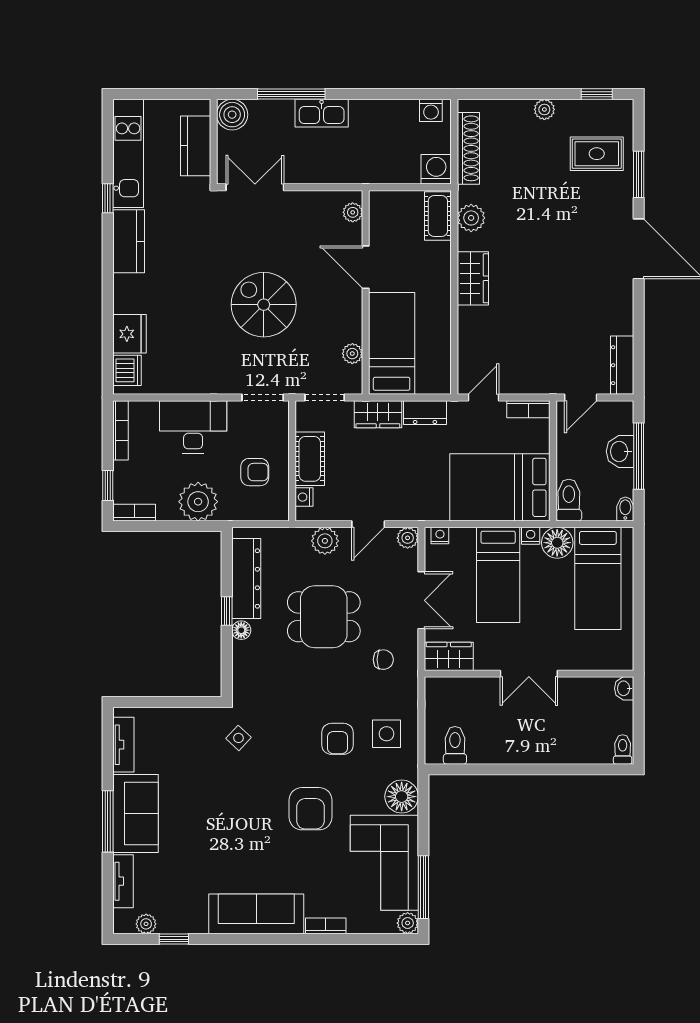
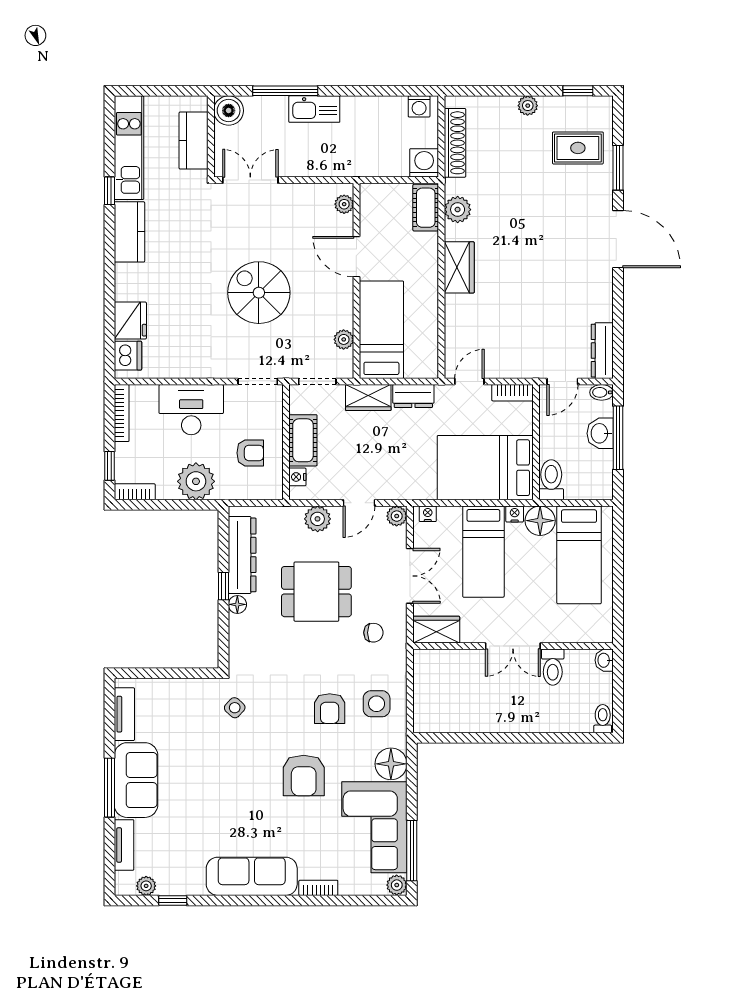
bidet: (625, 509) -> (602, 392), moved, turned -90
toilet: (455, 745) -> (553, 667), moved, turned 180

